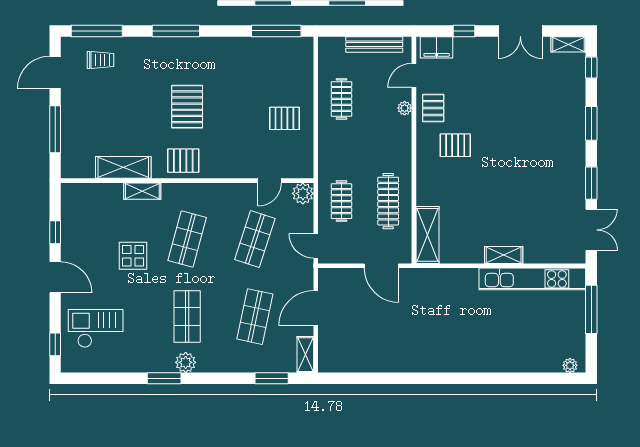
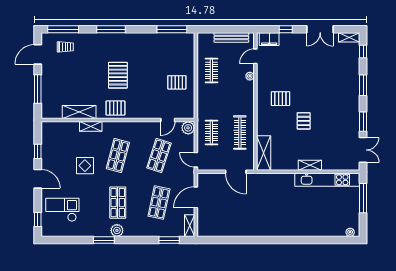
pallet: (433, 108) -> (304, 121), moved

